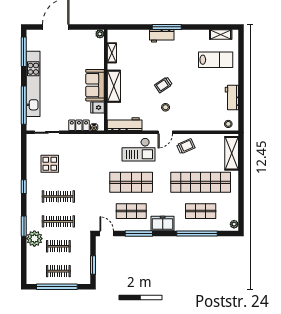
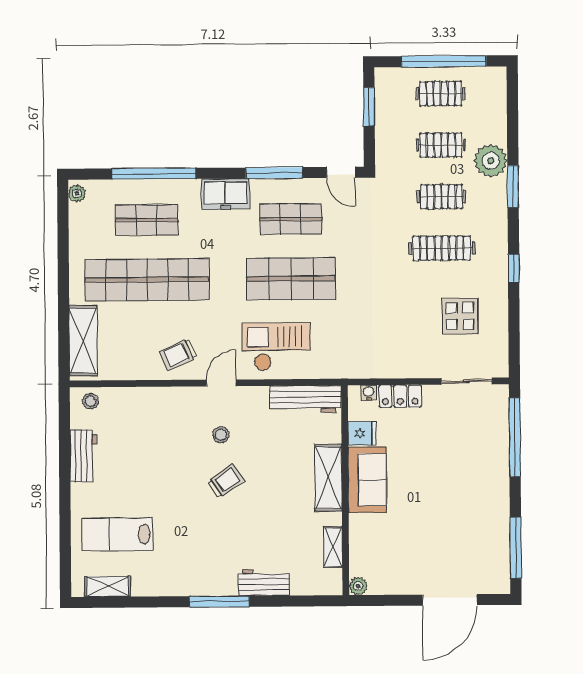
workbench: (162, 36) -> (264, 583), moved
kitchen unit: (33, 84) -> (496, 482), removed
clothes rail: (58, 221) -> (441, 197), width x0.73

